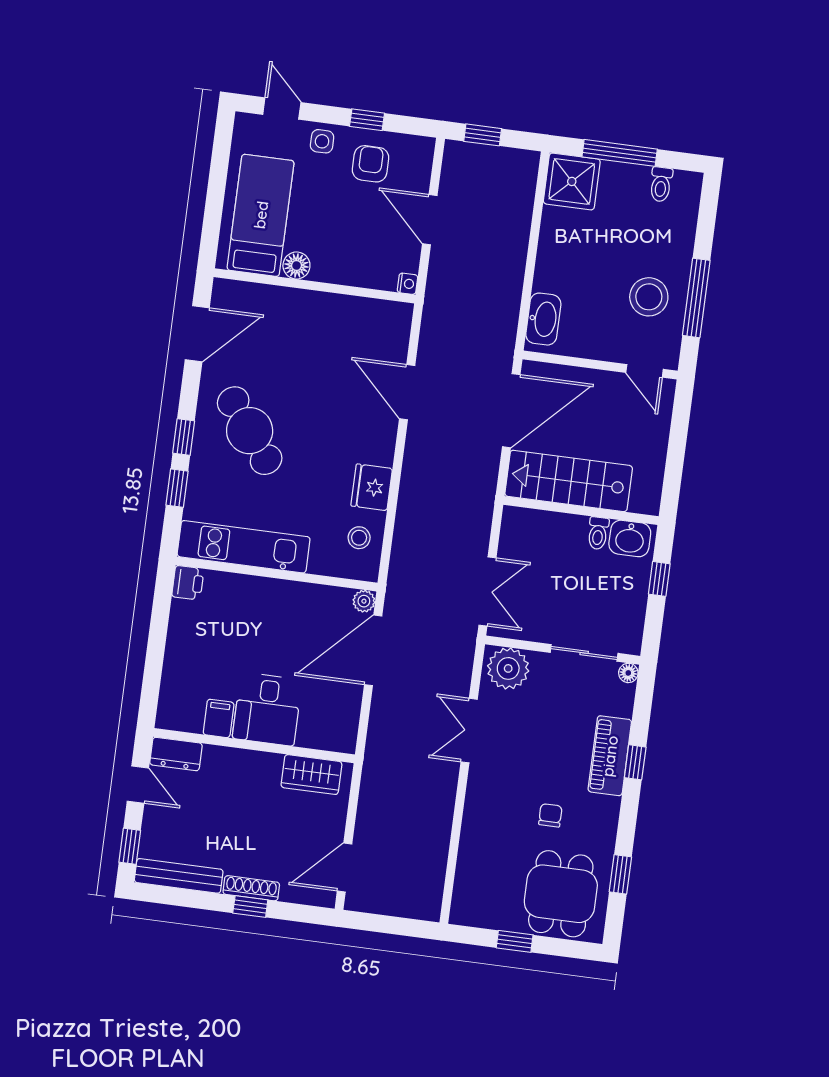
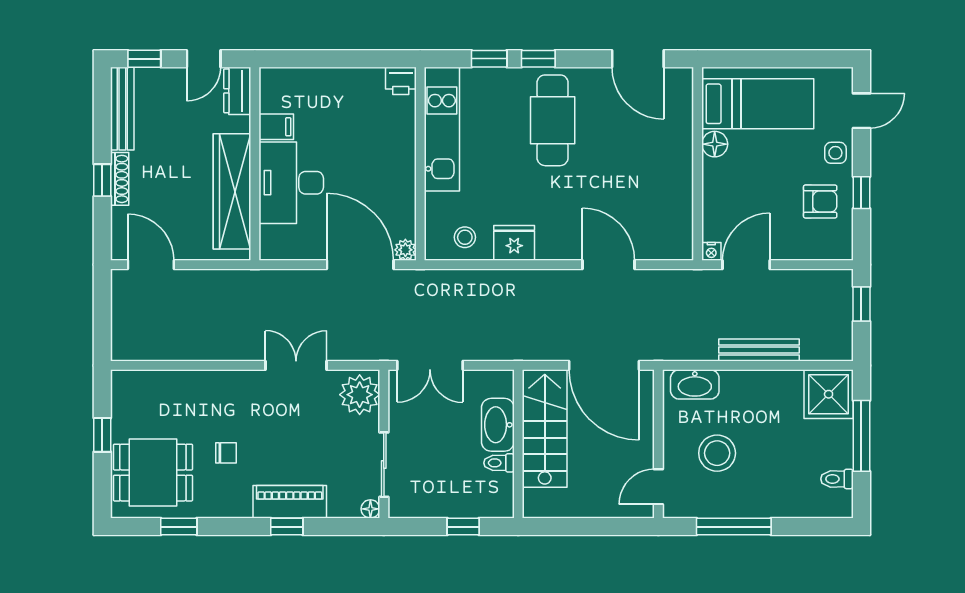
door: (430, 220) -> (746, 265), moved
bench: (516, 248) -> (759, 350), added
stool: (649, 297) -> (717, 453), moved
door: (407, 392) -> (609, 265), hinge flipped
cafe table: (250, 431) -> (553, 120), turned -53
washbasin: (630, 538) -> (498, 425), moved, width x1.38
desk: (267, 709) -> (291, 183), width x1.37
wardrobe: (311, 775) -> (232, 191), width x2.10, depth x1.17

